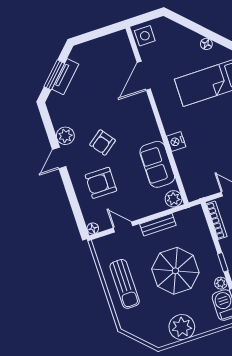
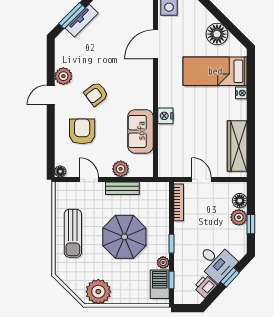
floor lamp: (206, 44) -> (217, 34), width x1.89, depth x1.89
armchair: (101, 183) -> (82, 131), turned 90
plant: (174, 199) -> (121, 169), moved
plant: (182, 327) -> (98, 292), moved

